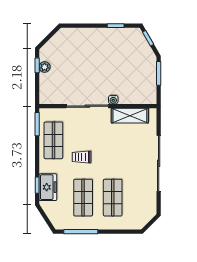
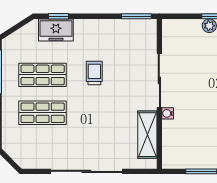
shop shelf: (53, 140) -> (116, 37), removed

